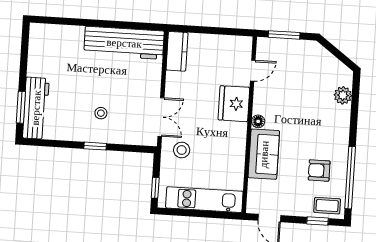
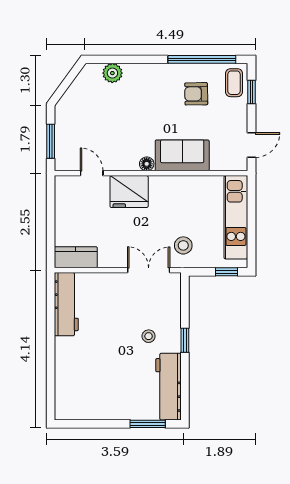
workbench: (124, 43) -> (66, 304), width x0.73, depth x0.76
workbench: (36, 108) -> (168, 387), moved, turned -90
armchair: (319, 170) -> (196, 94), turned 89

